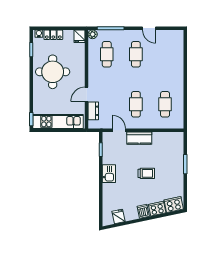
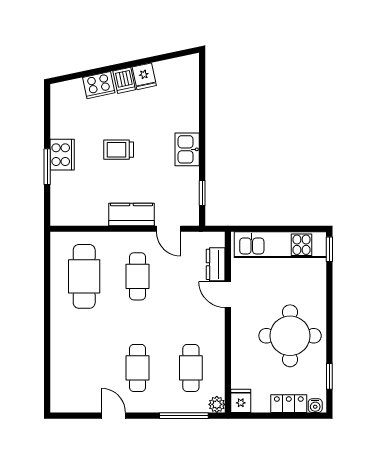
door: (87, 94) -> (228, 295), swing flipped
cafe table: (165, 104) -> (84, 276), width x1.37, depth x1.35
cooker: (174, 205) -> (62, 155), moved, turned -78
fridge: (119, 216) -> (144, 76), moved

